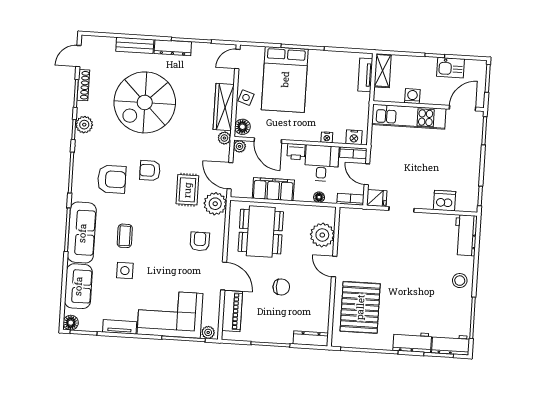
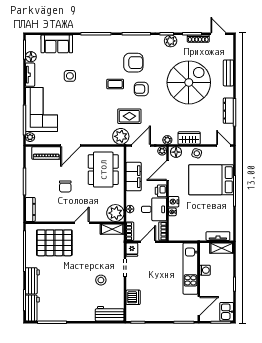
dresser: (173, 48) -> (228, 111), moved
kitchen sink: (450, 68) -> (227, 312), moved
spiral stairs: (145, 102) -> (189, 82), turned 90
wardrobe: (224, 107) -> (189, 138), width x0.67
door: (462, 108) -> (199, 306), hinge flipped
nightstand: (354, 137) -> (174, 202), moved
armchair: (150, 170) -> (141, 89), turned -90
armchair: (112, 179) -> (133, 63), turned -90
shelving: (346, 224) -> (112, 229), added
dining table: (261, 232) -> (103, 170), turned 90
sofa: (82, 233) -> (95, 44), removed
plant: (322, 235) -> (115, 213), moved
coffee table: (125, 236) -> (115, 84), moved
armchair: (200, 241) -> (94, 127), removed
stool: (460, 281) -> (101, 280), moved
floor lamp: (71, 323) -> (31, 57), moved

